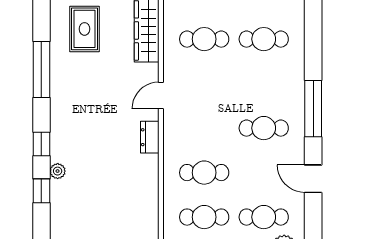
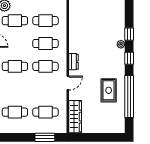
rug: (85, 29) -> (109, 90), moved
window: (41, 69) -> (129, 97), width x1.46
cafe table: (204, 128) -> (46, 66), added

